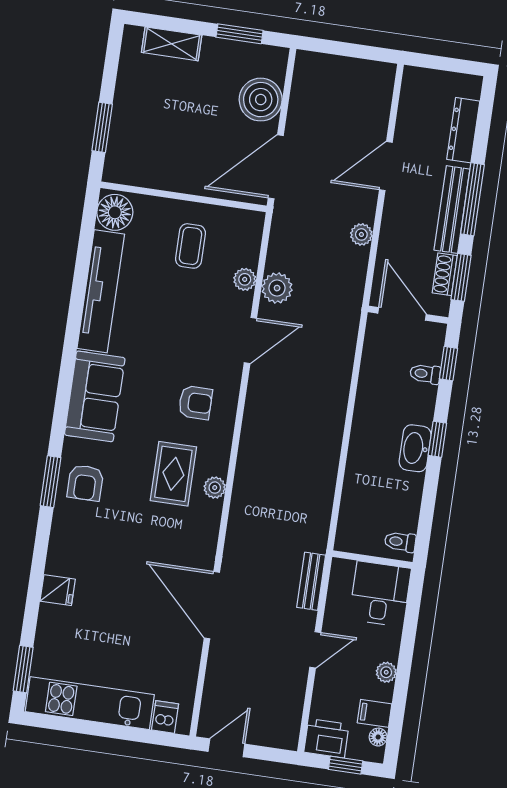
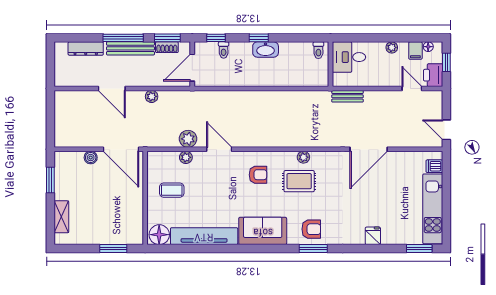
boiler: (261, 100) -> (91, 158), width x0.54, depth x0.54
armchair: (195, 403) -> (258, 175), turned 90
door: (315, 650) -> (412, 88), moved

